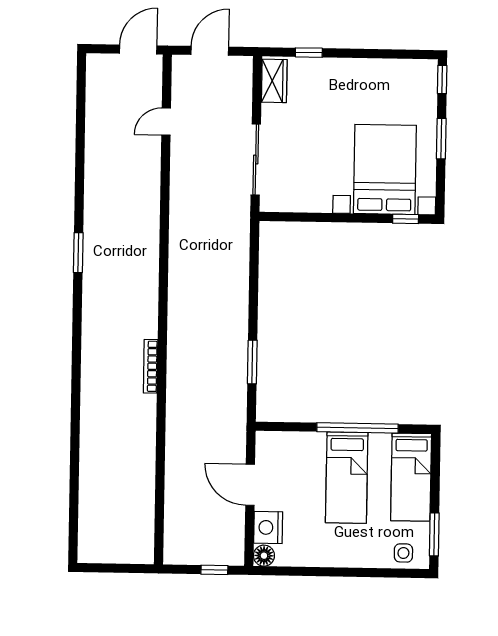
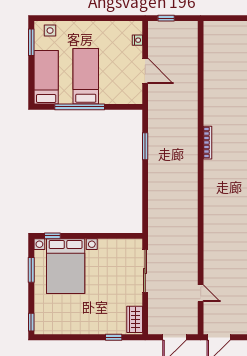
door: (166, 122) -> (201, 293), hinge flipped
window: (441, 139) -> (31, 270), moved
nightstand: (268, 527) -> (137, 40), width x0.53, depth x0.56
floor lamp: (264, 556) -> (136, 27), removed

